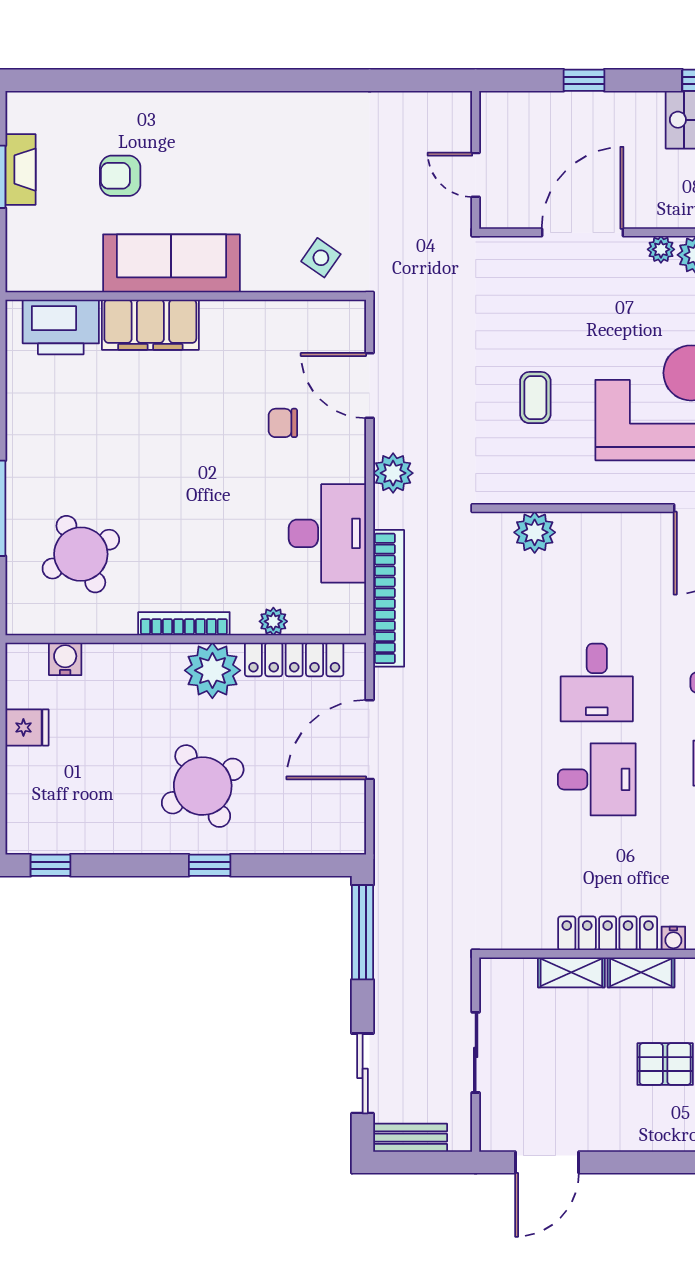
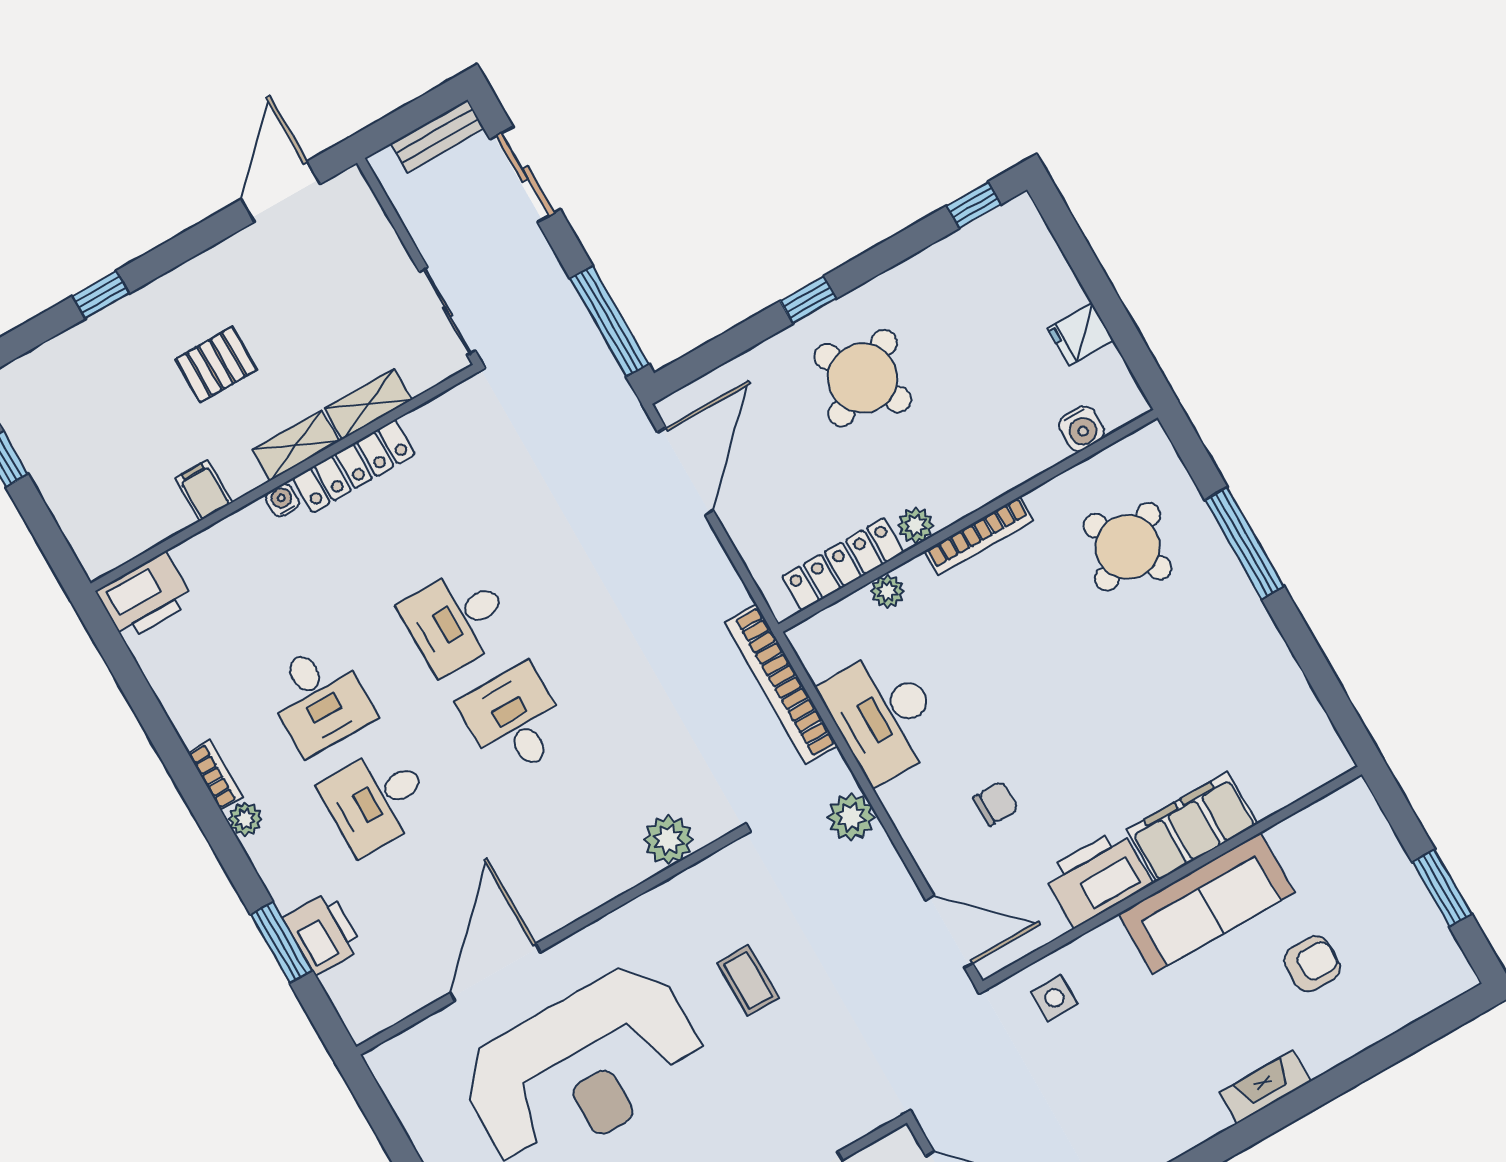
fireplace: (20, 170) -> (1265, 1087), moved, turned 90
side table: (321, 258) -> (1054, 998), turned -35
printer: (61, 327) -> (1098, 878), moved
door: (370, 386) -> (949, 932), moved
plant: (212, 670) -> (916, 525), width x0.53, depth x0.53
door: (370, 740) -> (686, 471), moved
sliding door: (476, 1052) -> (447, 311), moved

